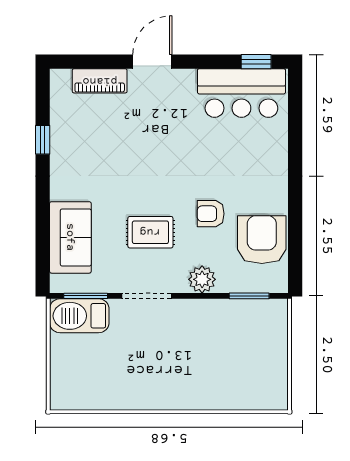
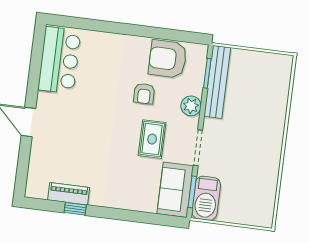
window: (256, 62) -> (38, 47), removed
piano: (100, 81) -> (69, 194), moved, turned -90
sofa: (70, 237) -> (175, 190), moved, turned -90
bench: (239, 311) -> (217, 82), added

